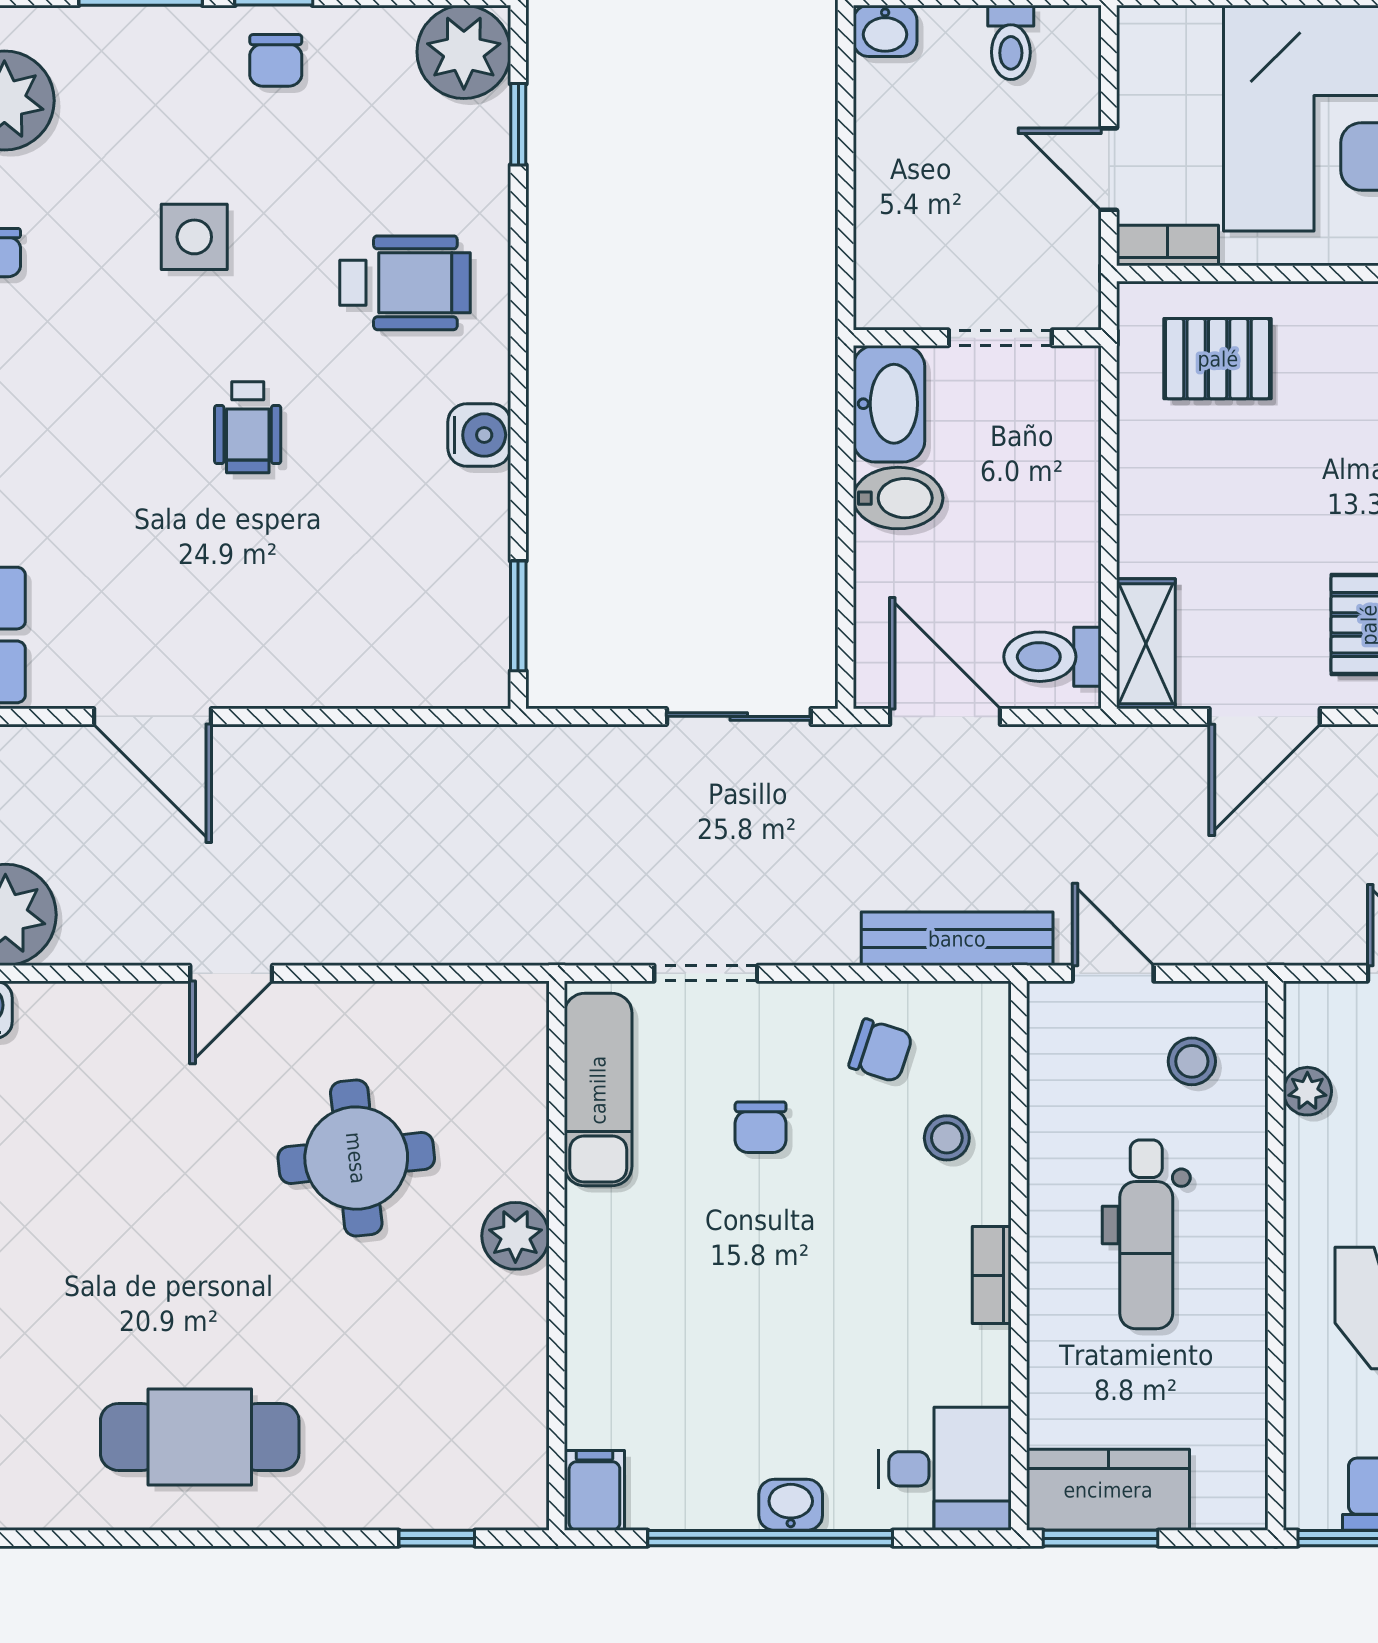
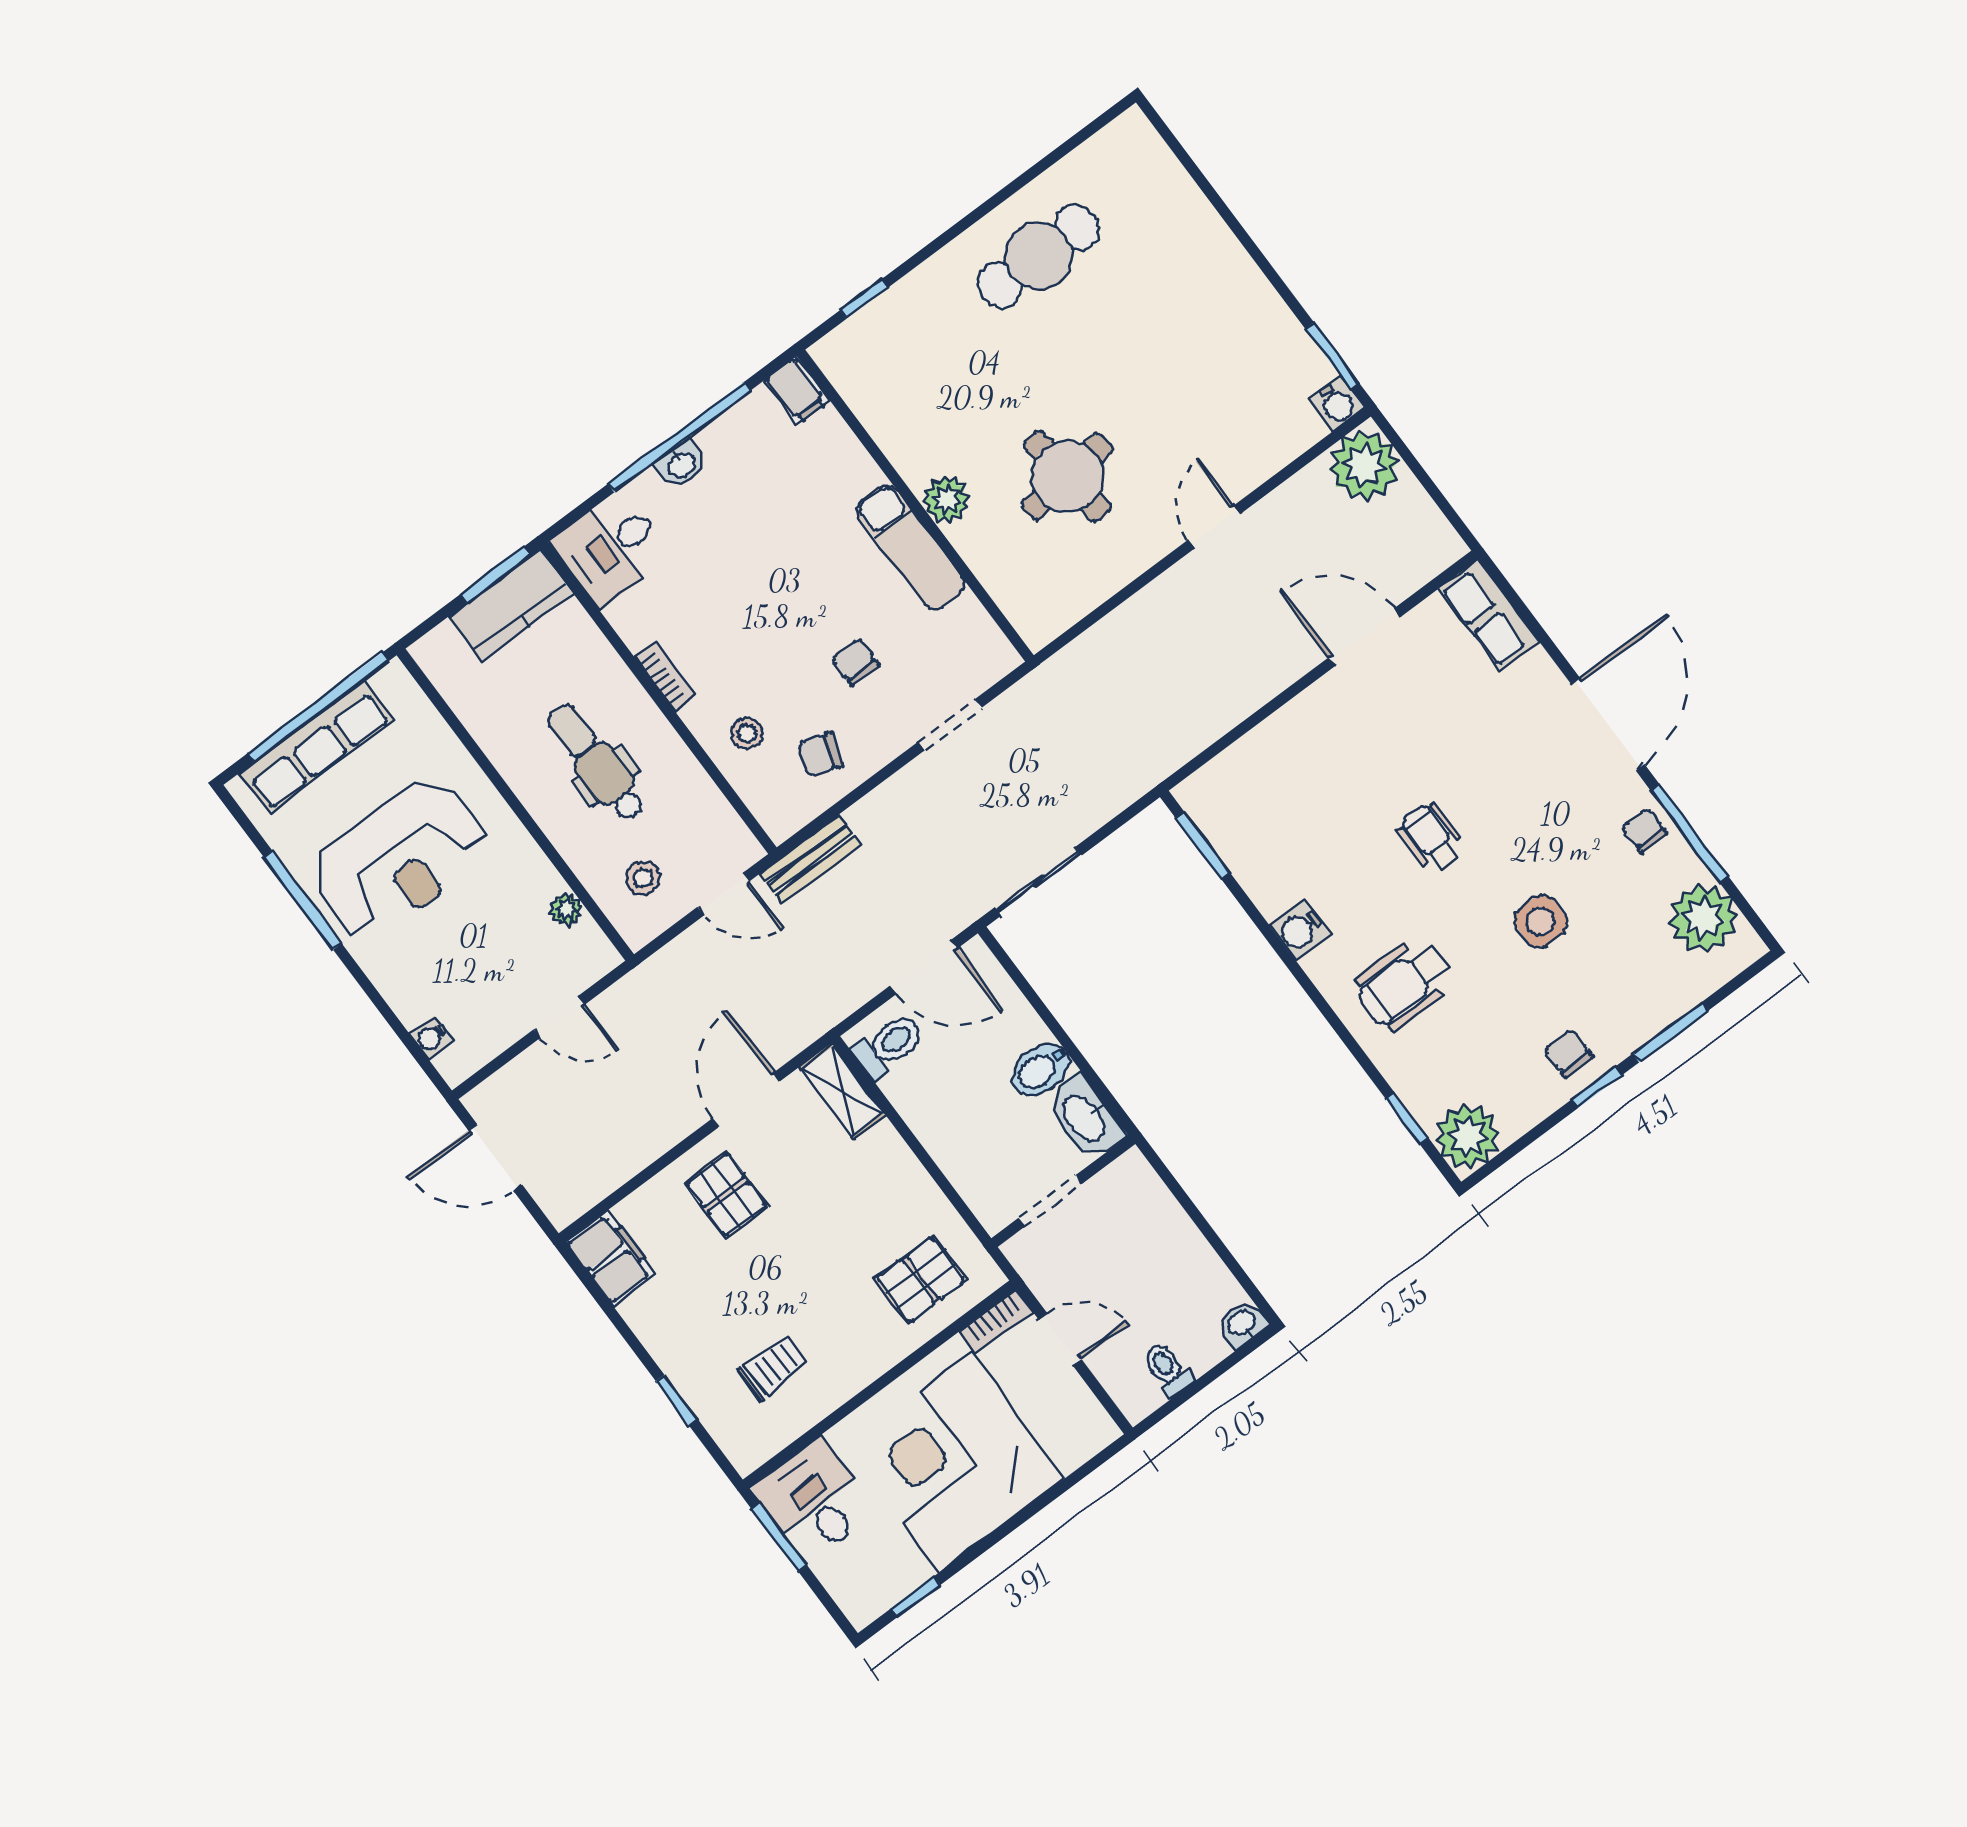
bench: (957, 939) -> (810, 859), width x0.73
exam couch: (598, 1090) -> (911, 547), moved

